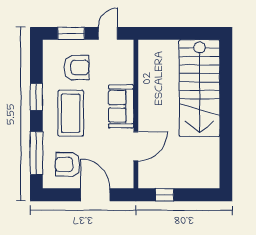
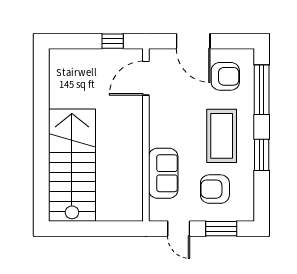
door: (108, 33) -> (179, 229), hinge flipped
sofa: (121, 106) -> (163, 173), moved
door: (136, 146) -> (146, 78), moved

